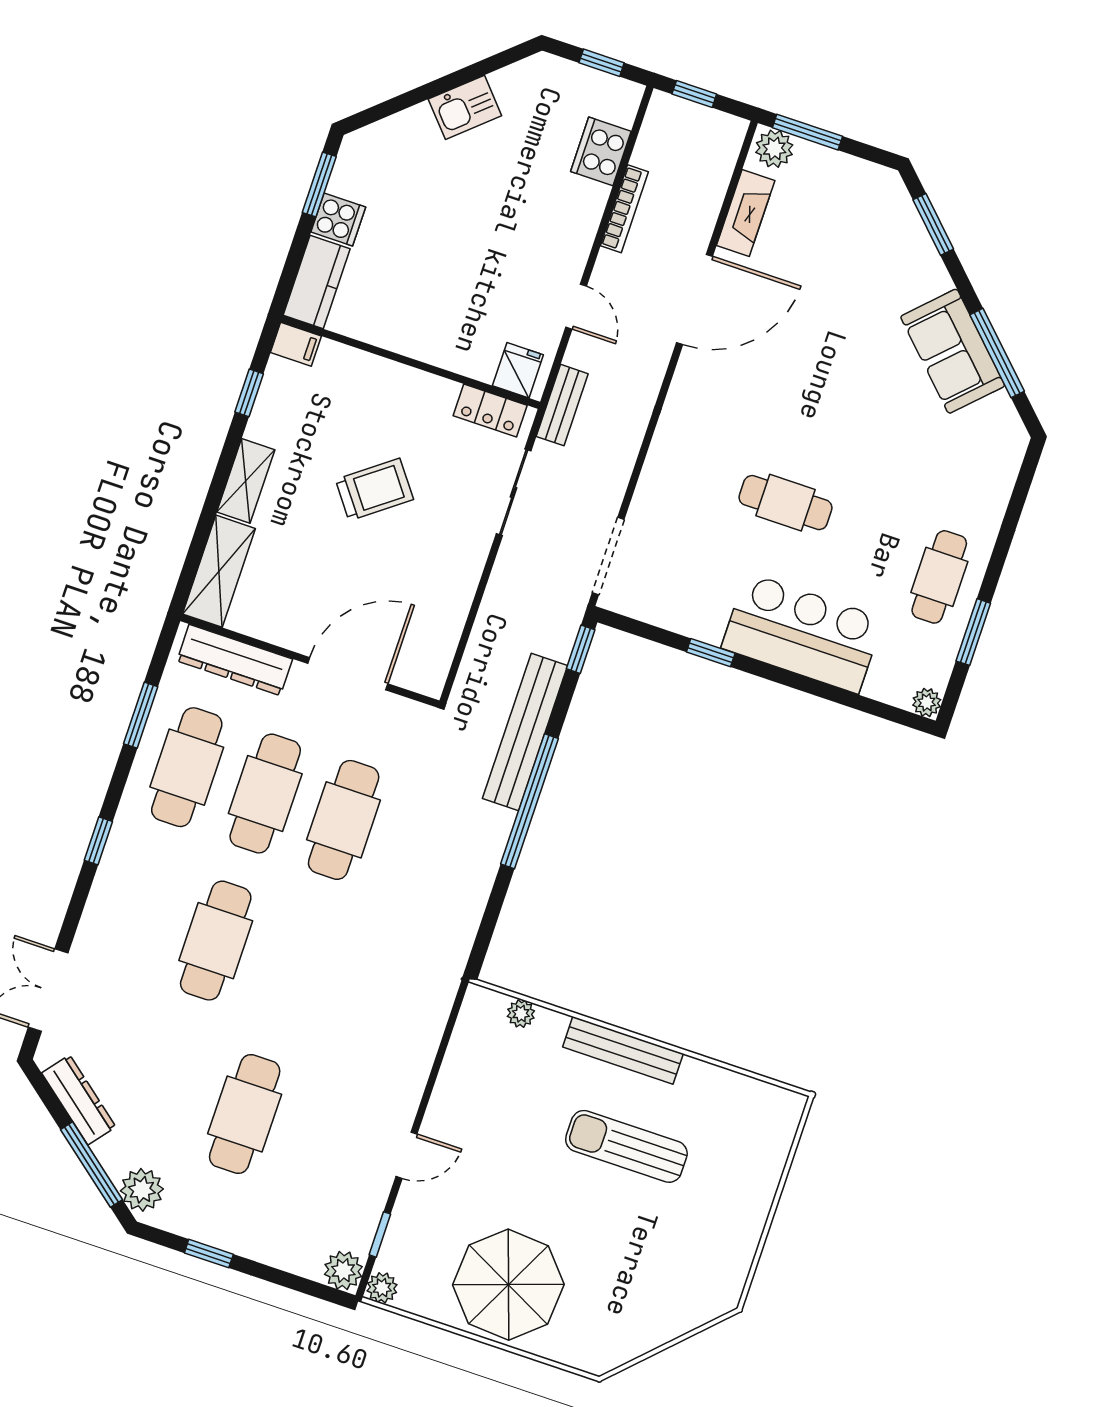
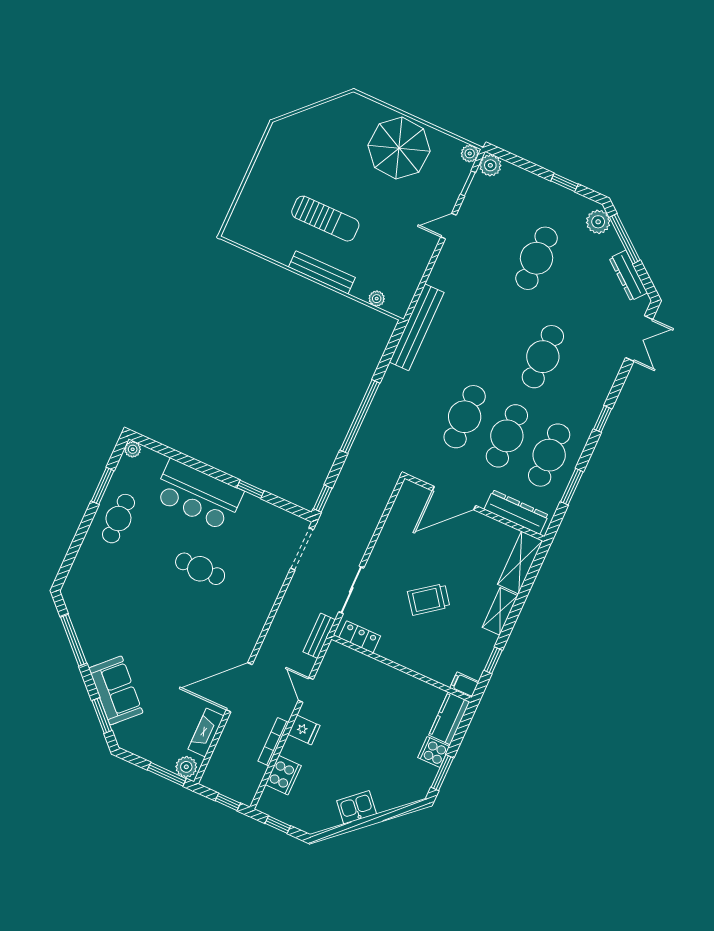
sofa: (953, 351) -> (116, 690), moved
fridge: (518, 370) -> (304, 730), moved, turned -90
bench: (525, 732) -> (417, 327), moved

